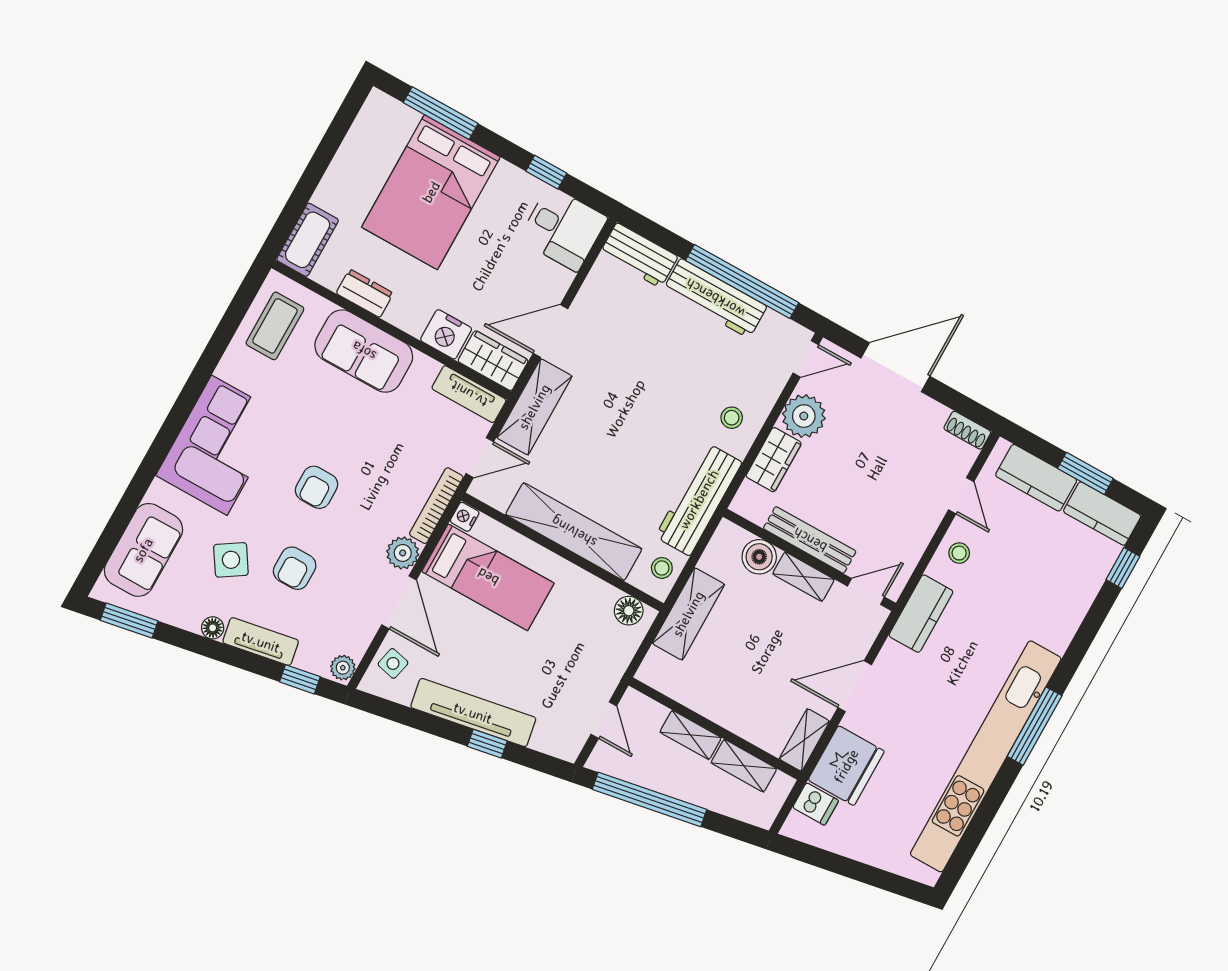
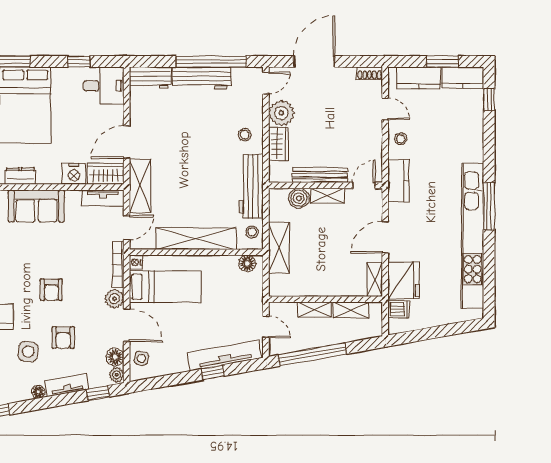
side table: (231, 560) -> (28, 352), turned 38
floor lamp: (355, 640) -> (115, 357), added
tv unit: (473, 713) -> (225, 355), moved

